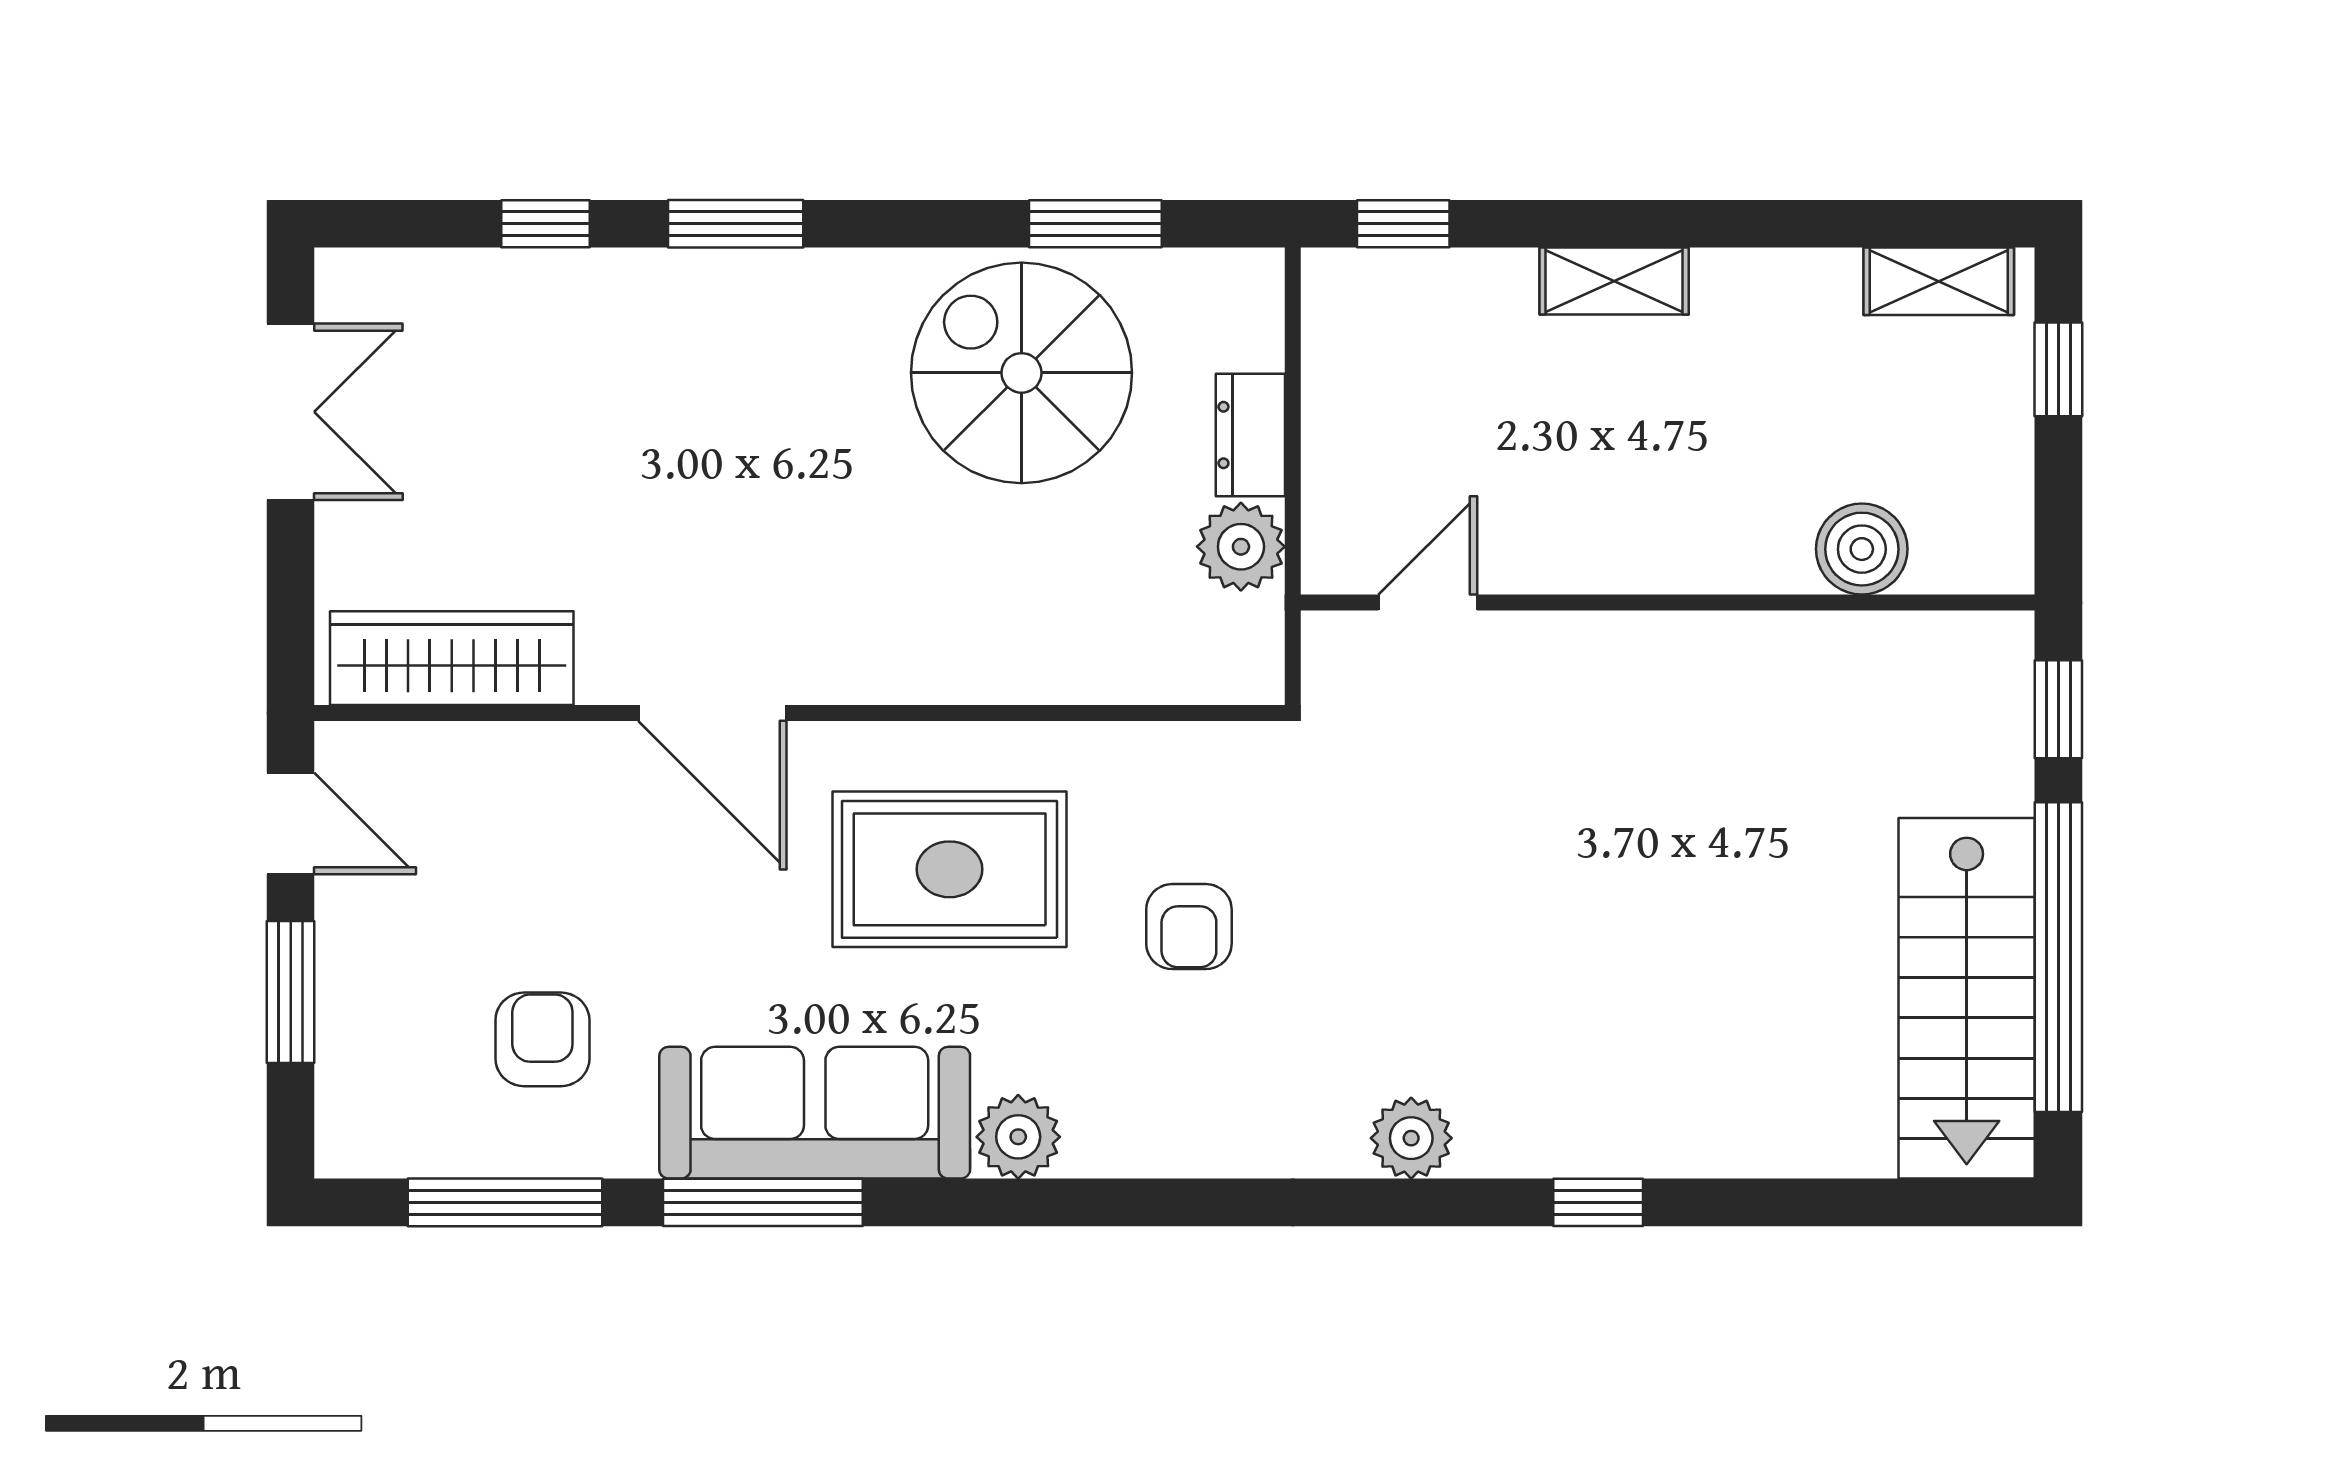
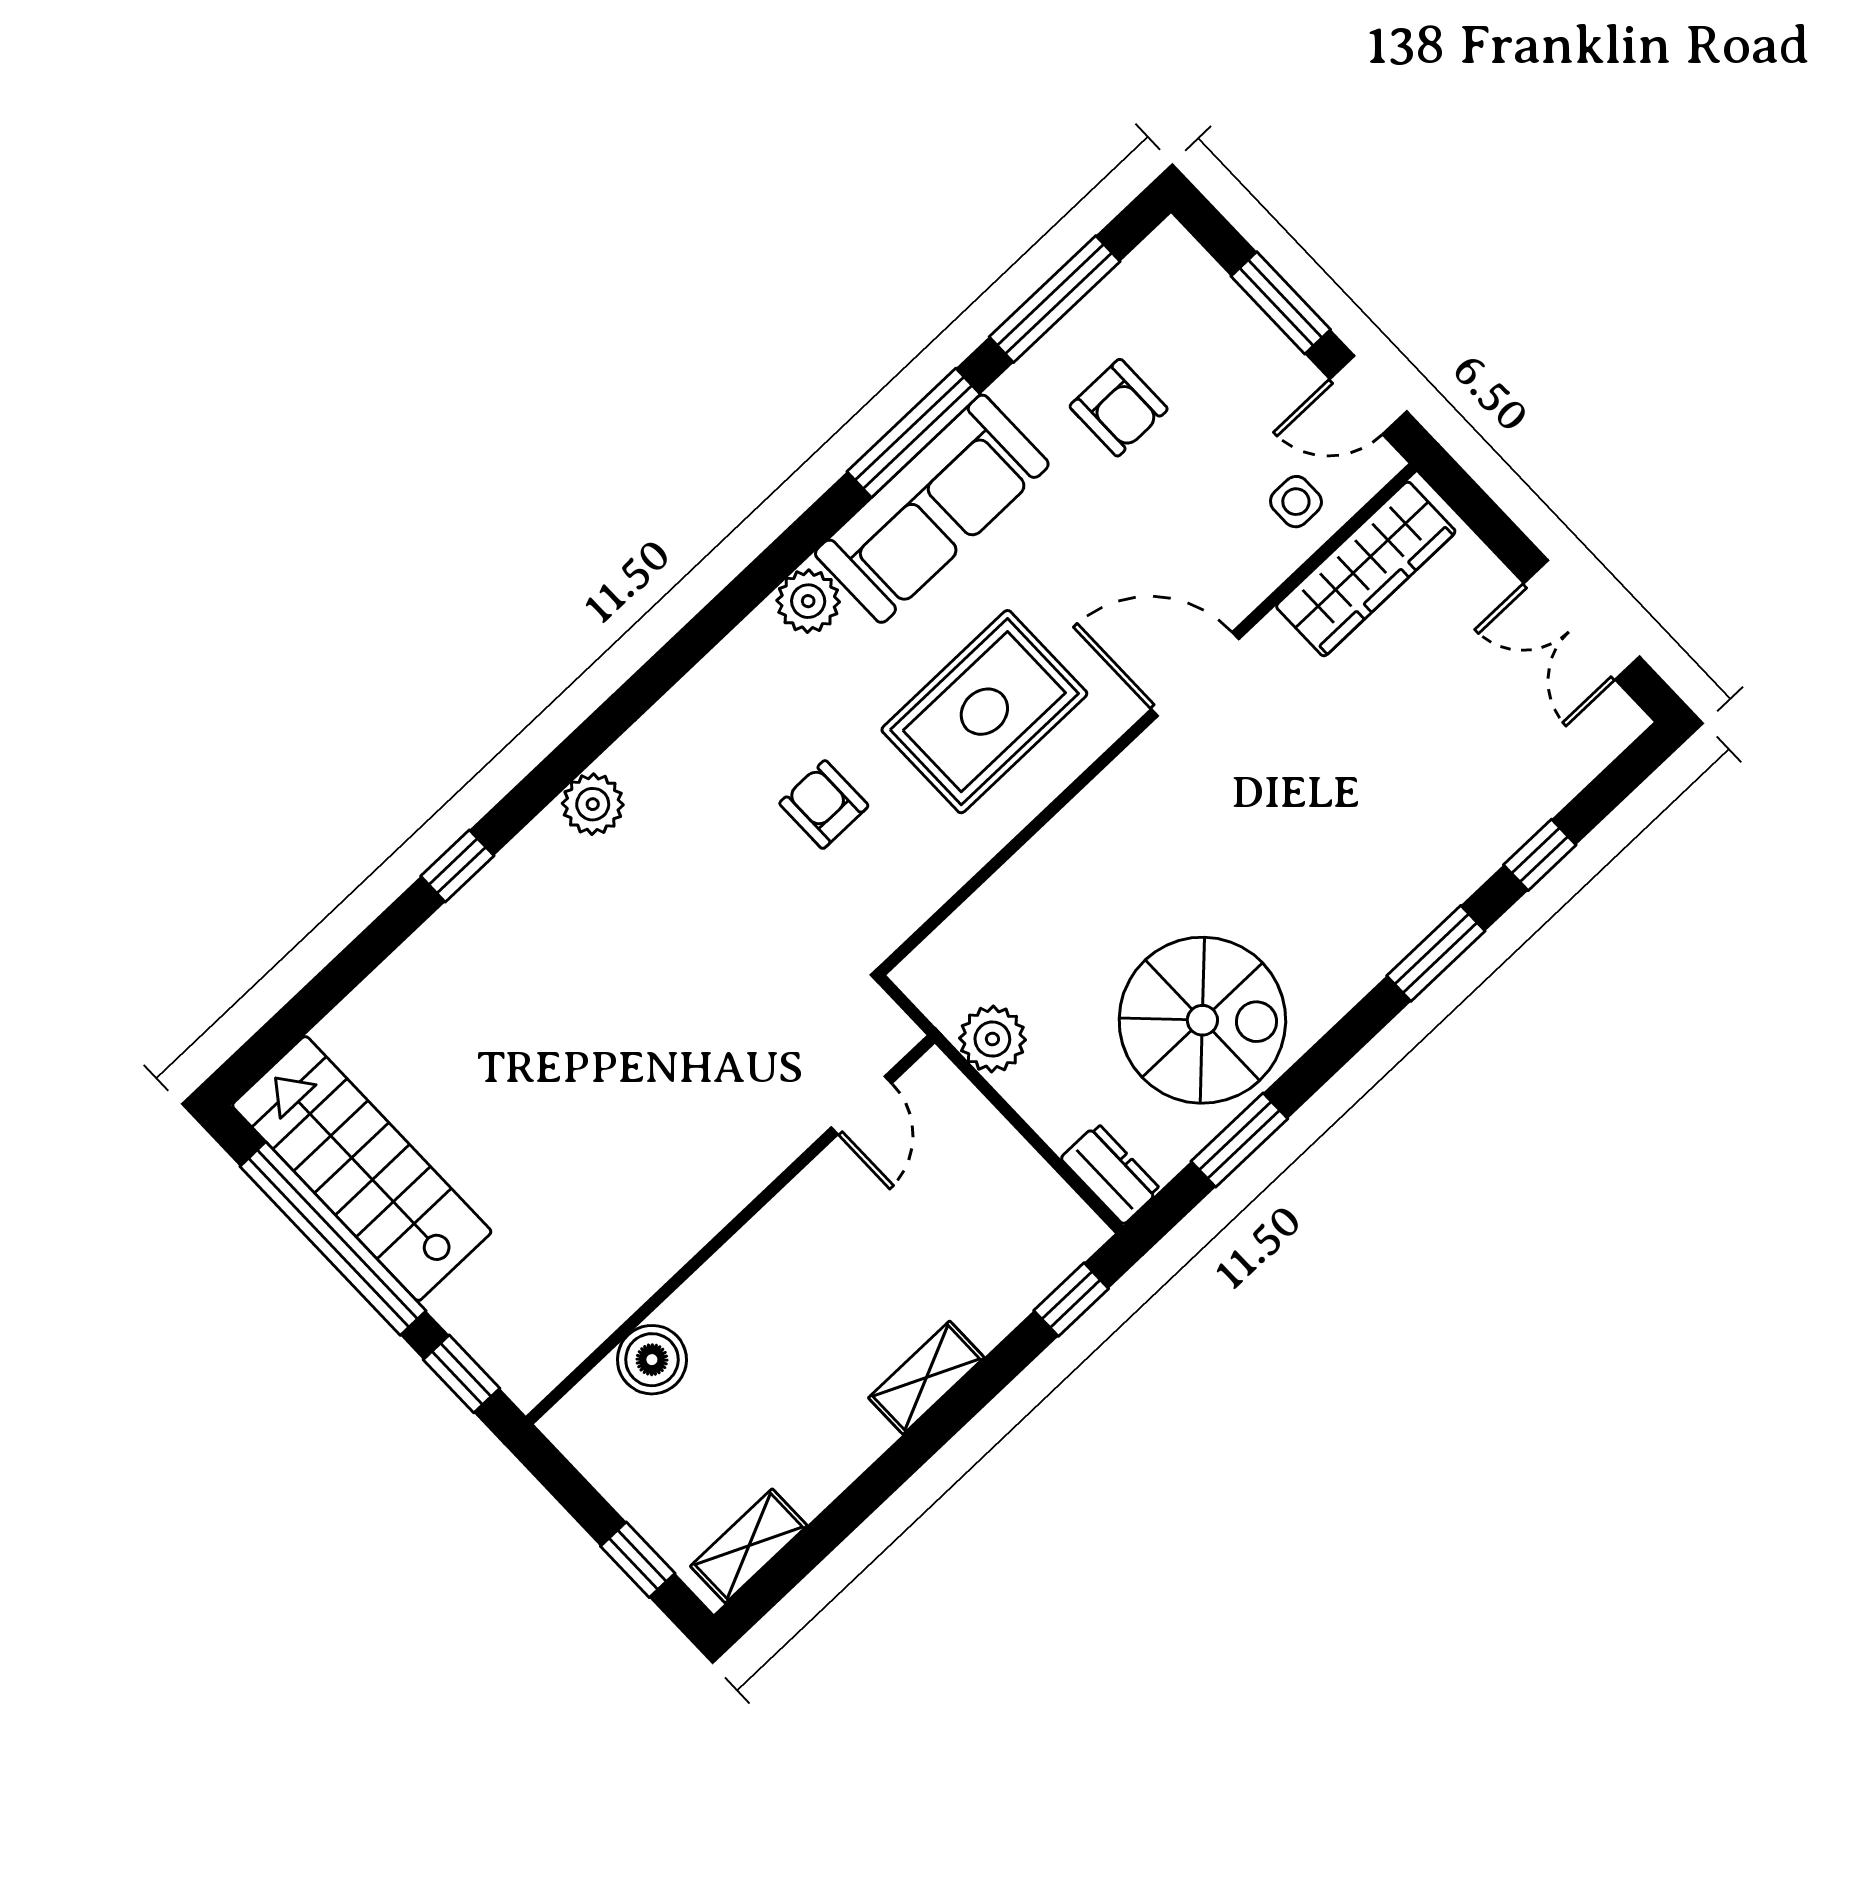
dresser: (1250, 435) -> (1111, 1174), moved
side table: (457, 787) -> (1296, 502), added

